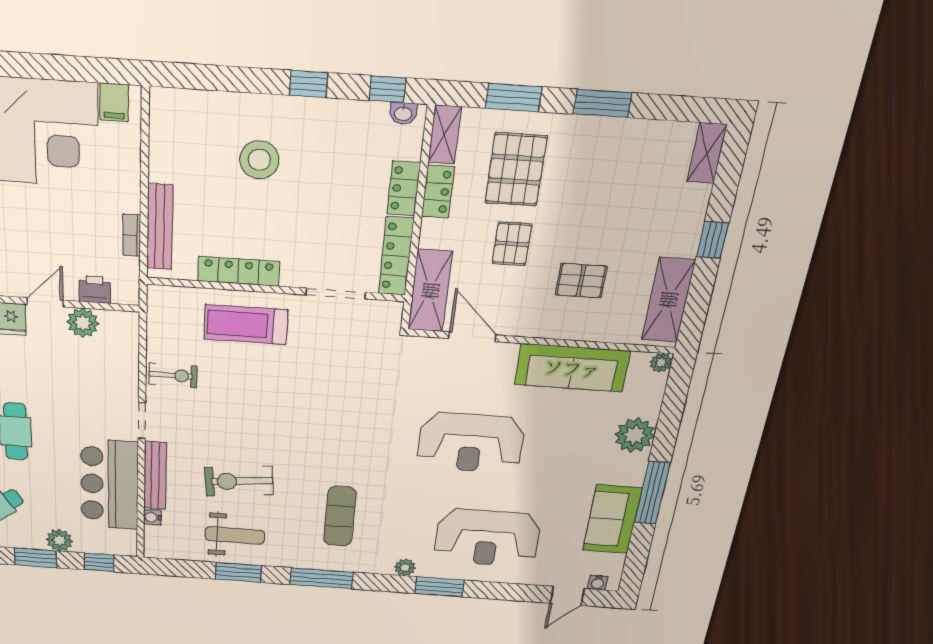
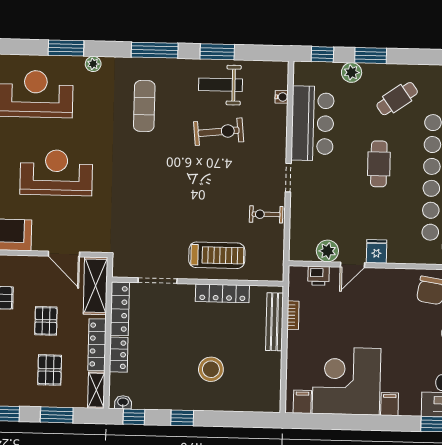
pallet: (516, 170) -> (50, 370), width x0.67, depth x0.71
locker: (438, 192) -> (97, 345), width x1.53
bench: (155, 476) -> (279, 133), removed

